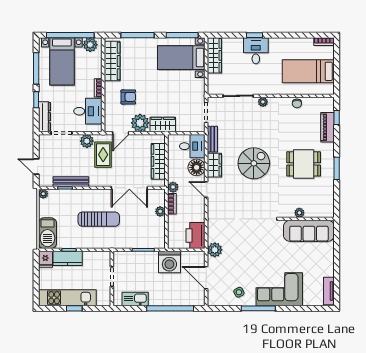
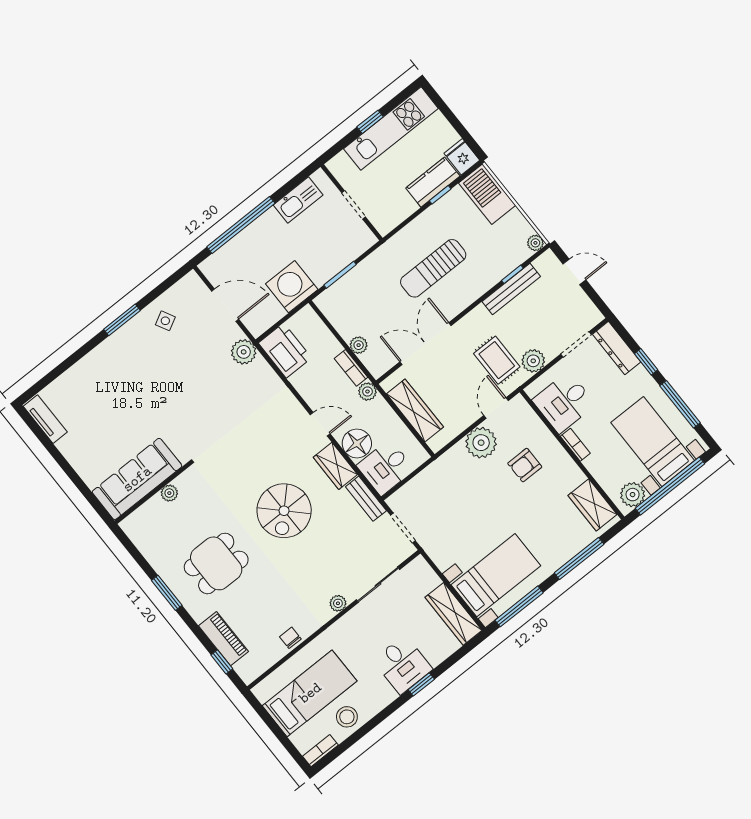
stool: (300, 47) -> (347, 717), added
wardrobe: (112, 61) -> (593, 505), width x0.67
wardrobe: (163, 125) -> (449, 465), removed
corner sofa: (279, 289) -> (114, 368), removed
window: (258, 308) -> (122, 320), width x0.69

